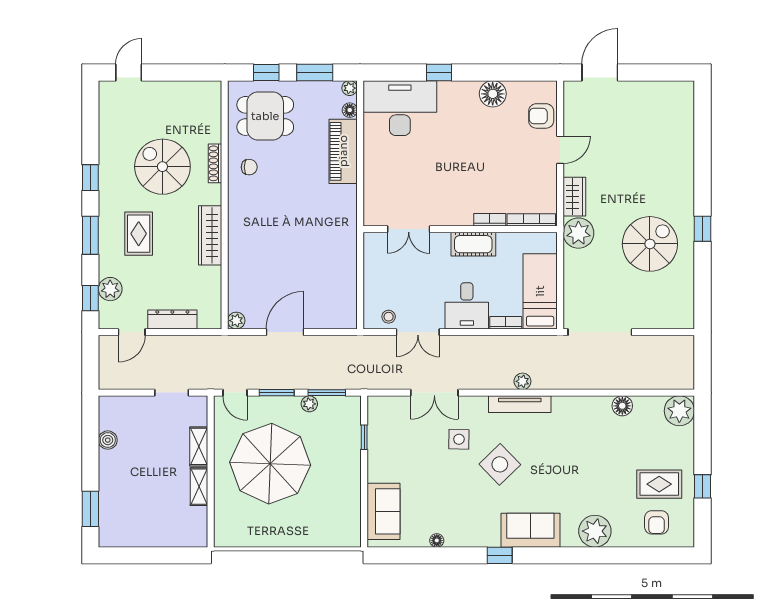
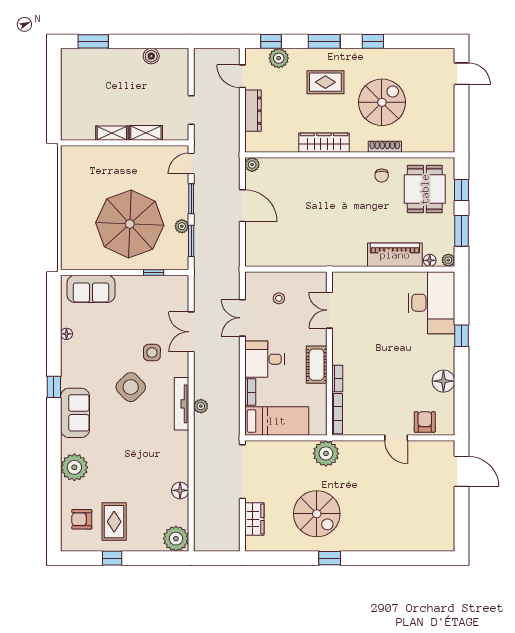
wardrobe: (574, 197) -> (254, 519), moved, turned -90
stool: (389, 317) -> (279, 298), moved
parasol: (270, 464) -> (130, 224), moved

